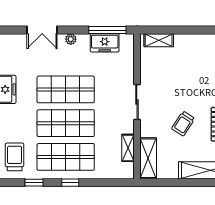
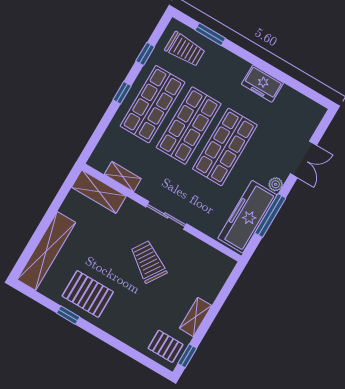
double door: (42, 30) -> (303, 159), swing flipped
window: (107, 30) -> (270, 216), moved
shelving: (159, 40) -> (196, 317), moved
freezer: (105, 43) -> (247, 217), width x1.91, depth x1.26
trolley: (183, 124) -> (148, 262), moved, width x1.36, depth x1.39

